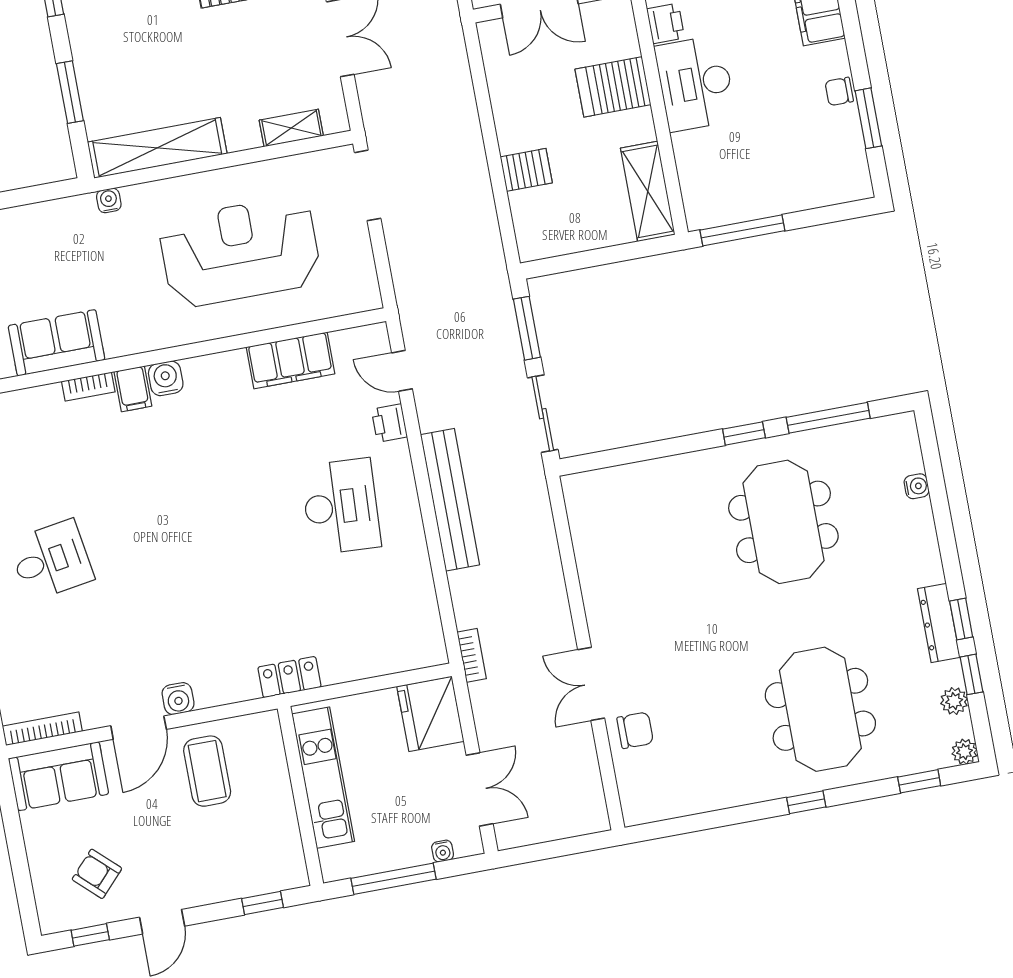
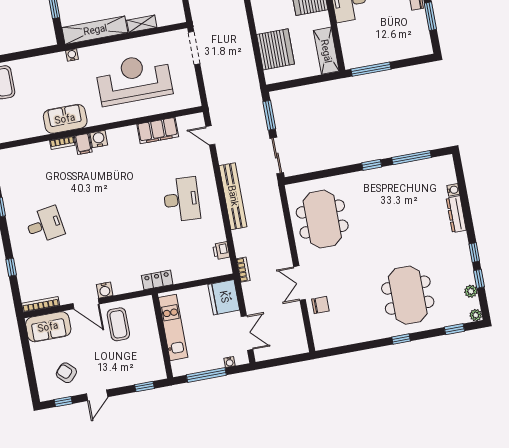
shelving: (291, 128) -> (142, 24), moved
server rack: (526, 170) -> (275, 49), width x2.18, depth x1.44
sofa: (57, 343) -> (65, 119), moved
printer: (389, 423) -> (221, 251), moved
meeting table: (783, 522) -> (322, 219), moved
dresser: (939, 623) -> (456, 214), moved
door: (139, 728) -> (86, 304), hinge flipped

